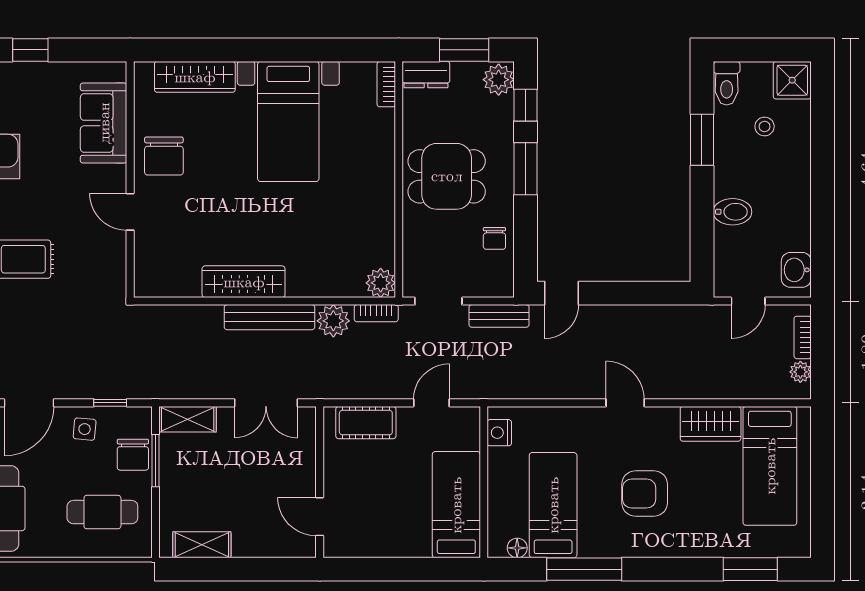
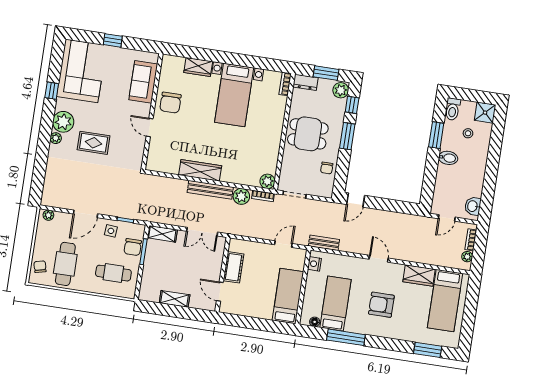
wardrobe: (195, 77) -> (198, 67), width x0.67
bidet: (733, 212) -> (448, 158), moved
bench: (499, 316) -> (324, 243), moved
cot: (366, 423) -> (234, 267), moved, turned 90
shelving: (202, 545) -> (175, 299), moved

